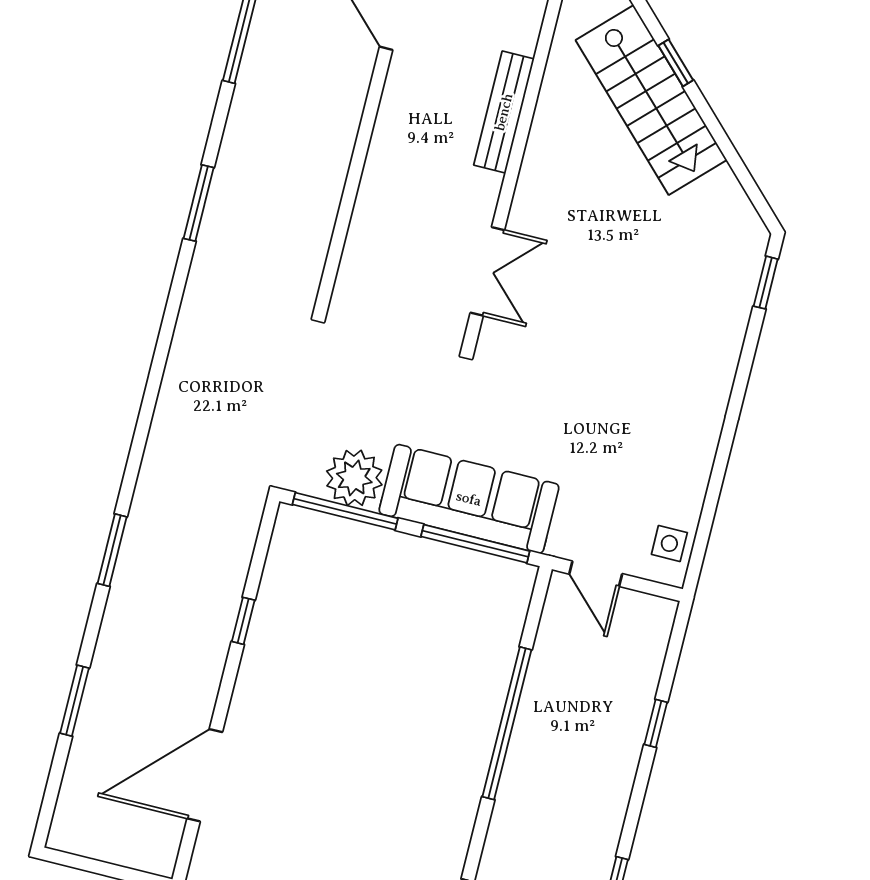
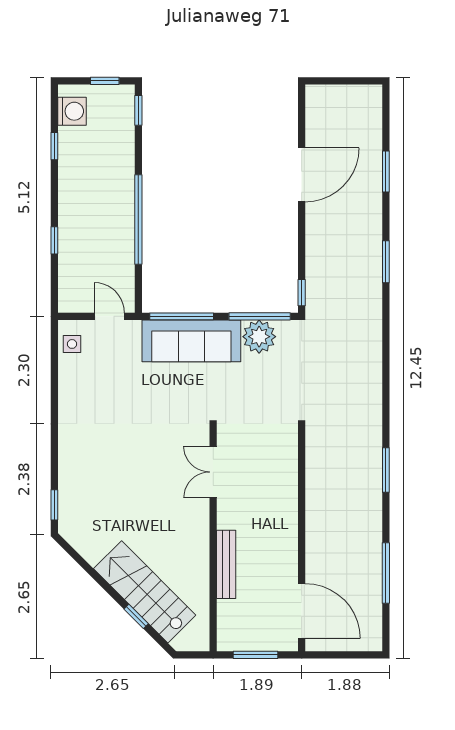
window: (243, 621) -> (302, 293), moved
door: (205, 775) -> (302, 175), moved

